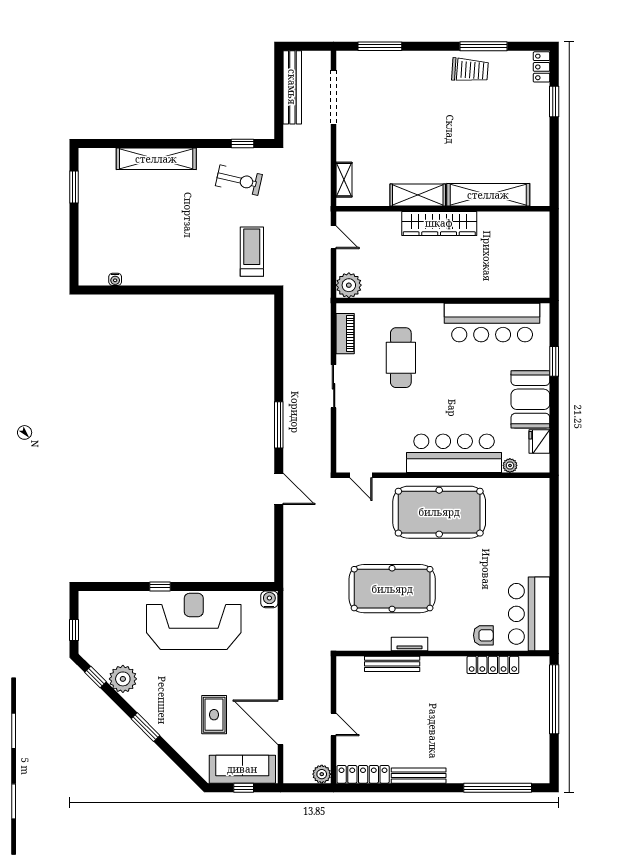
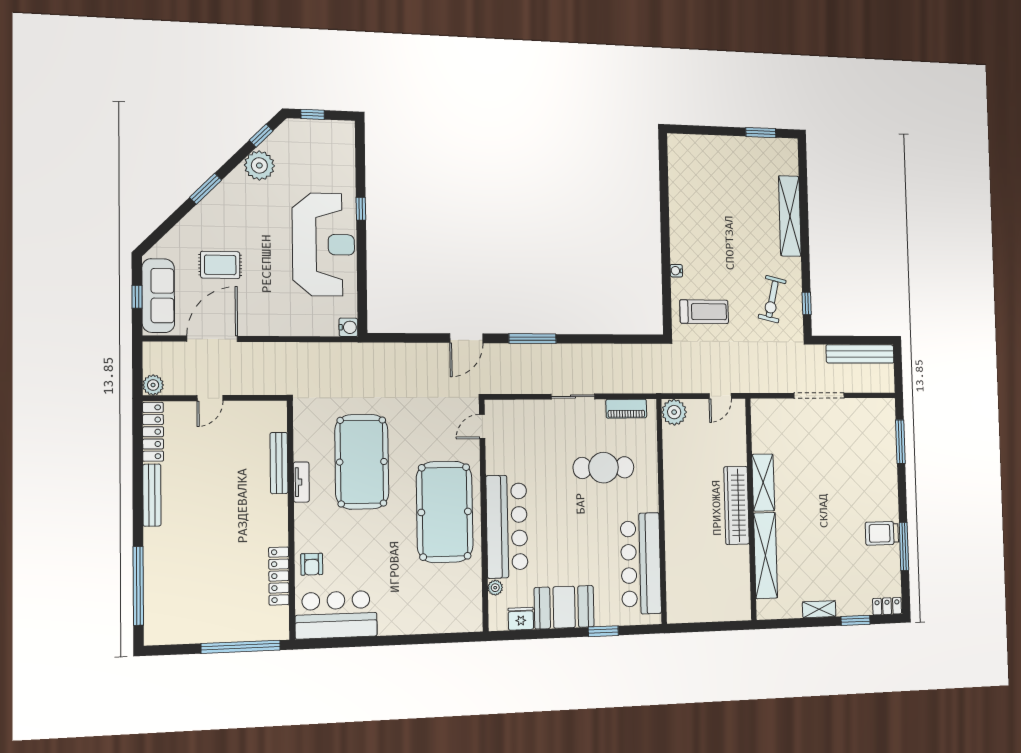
trolley: (470, 70) -> (882, 533), turned 86
doorway: (334, 97) -> (819, 396), moved
shelving: (344, 180) -> (819, 609), moved
water cooler: (115, 279) -> (676, 271), moved

